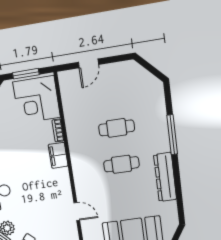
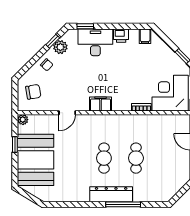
filing cabinet: (58, 155) -> (101, 104), moved
dresser: (165, 177) -> (111, 194), moved

